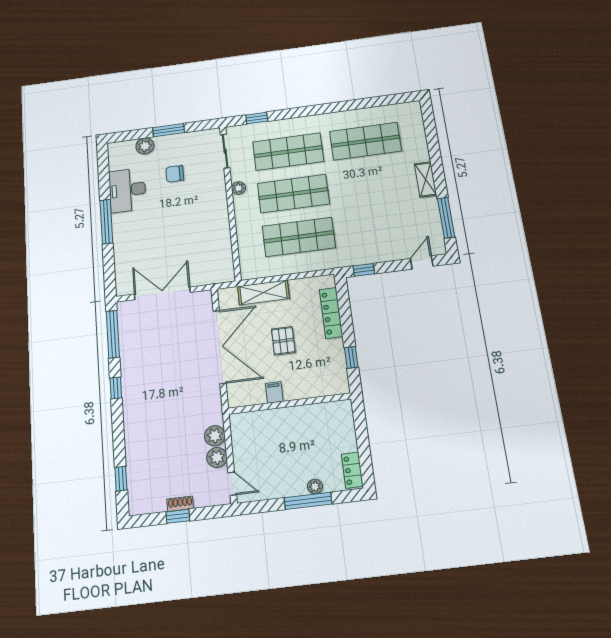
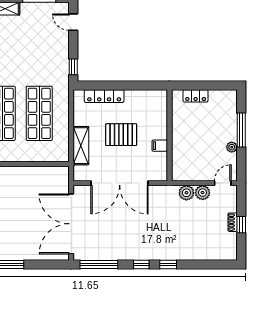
double door: (162, 293) -> (71, 224), width x1.36
pallet: (283, 341) -> (121, 135), width x1.50, depth x1.42
double door: (220, 347) -> (120, 183), swing flipped
window: (351, 357) -> (140, 85), removed
locker: (352, 470) -> (196, 96), moved
window: (121, 479) -> (168, 264), moved
plant: (315, 487) -> (232, 147), moved

